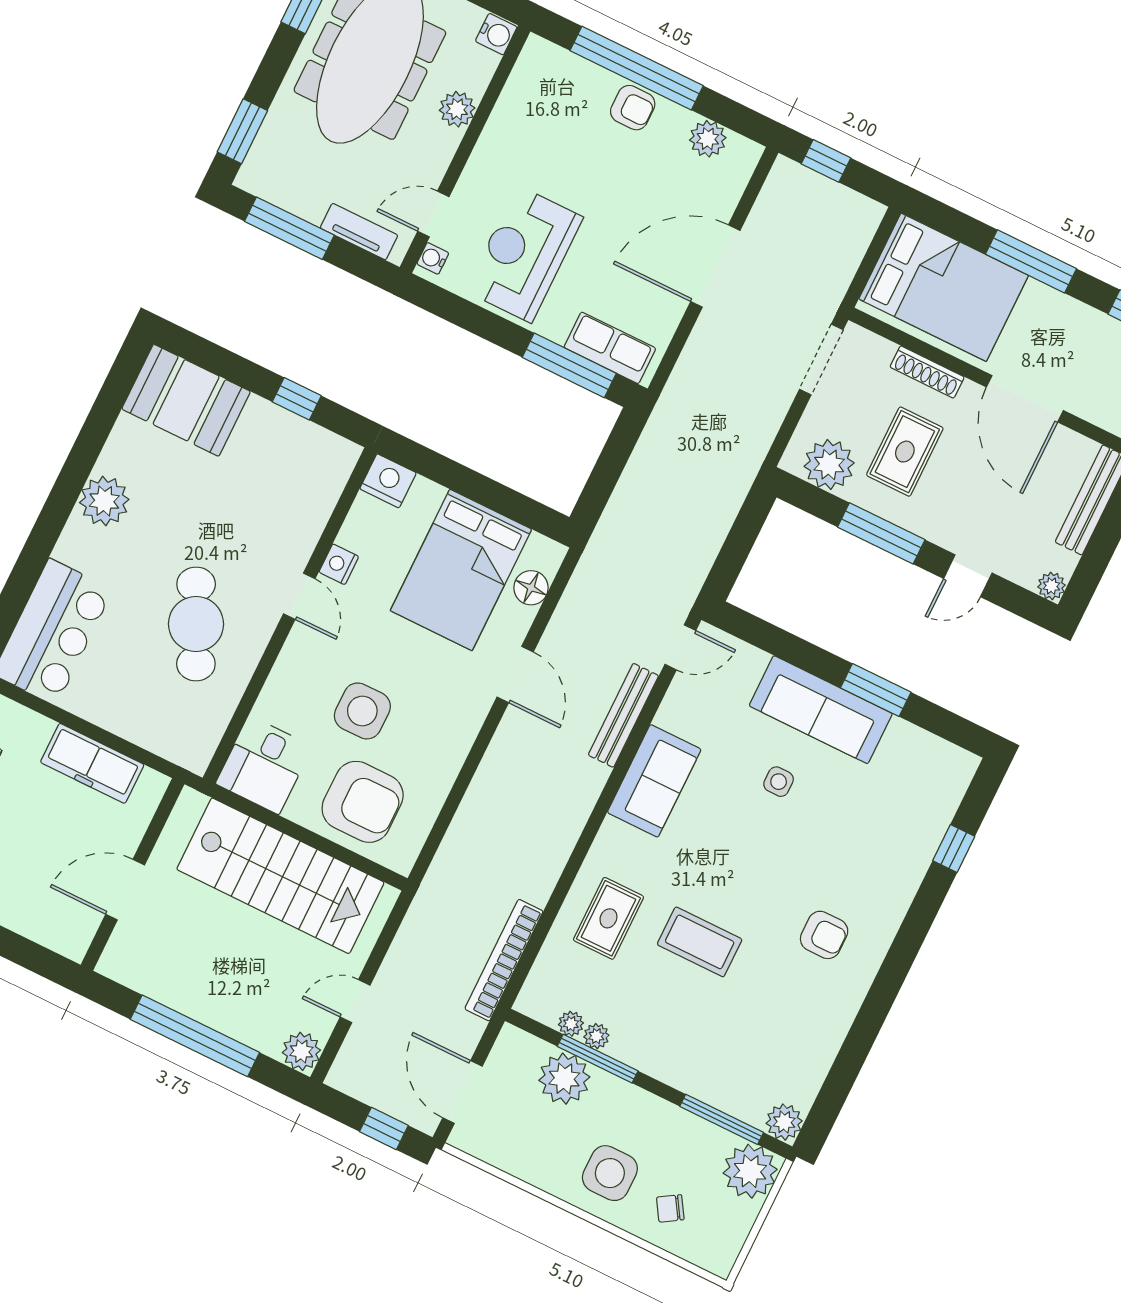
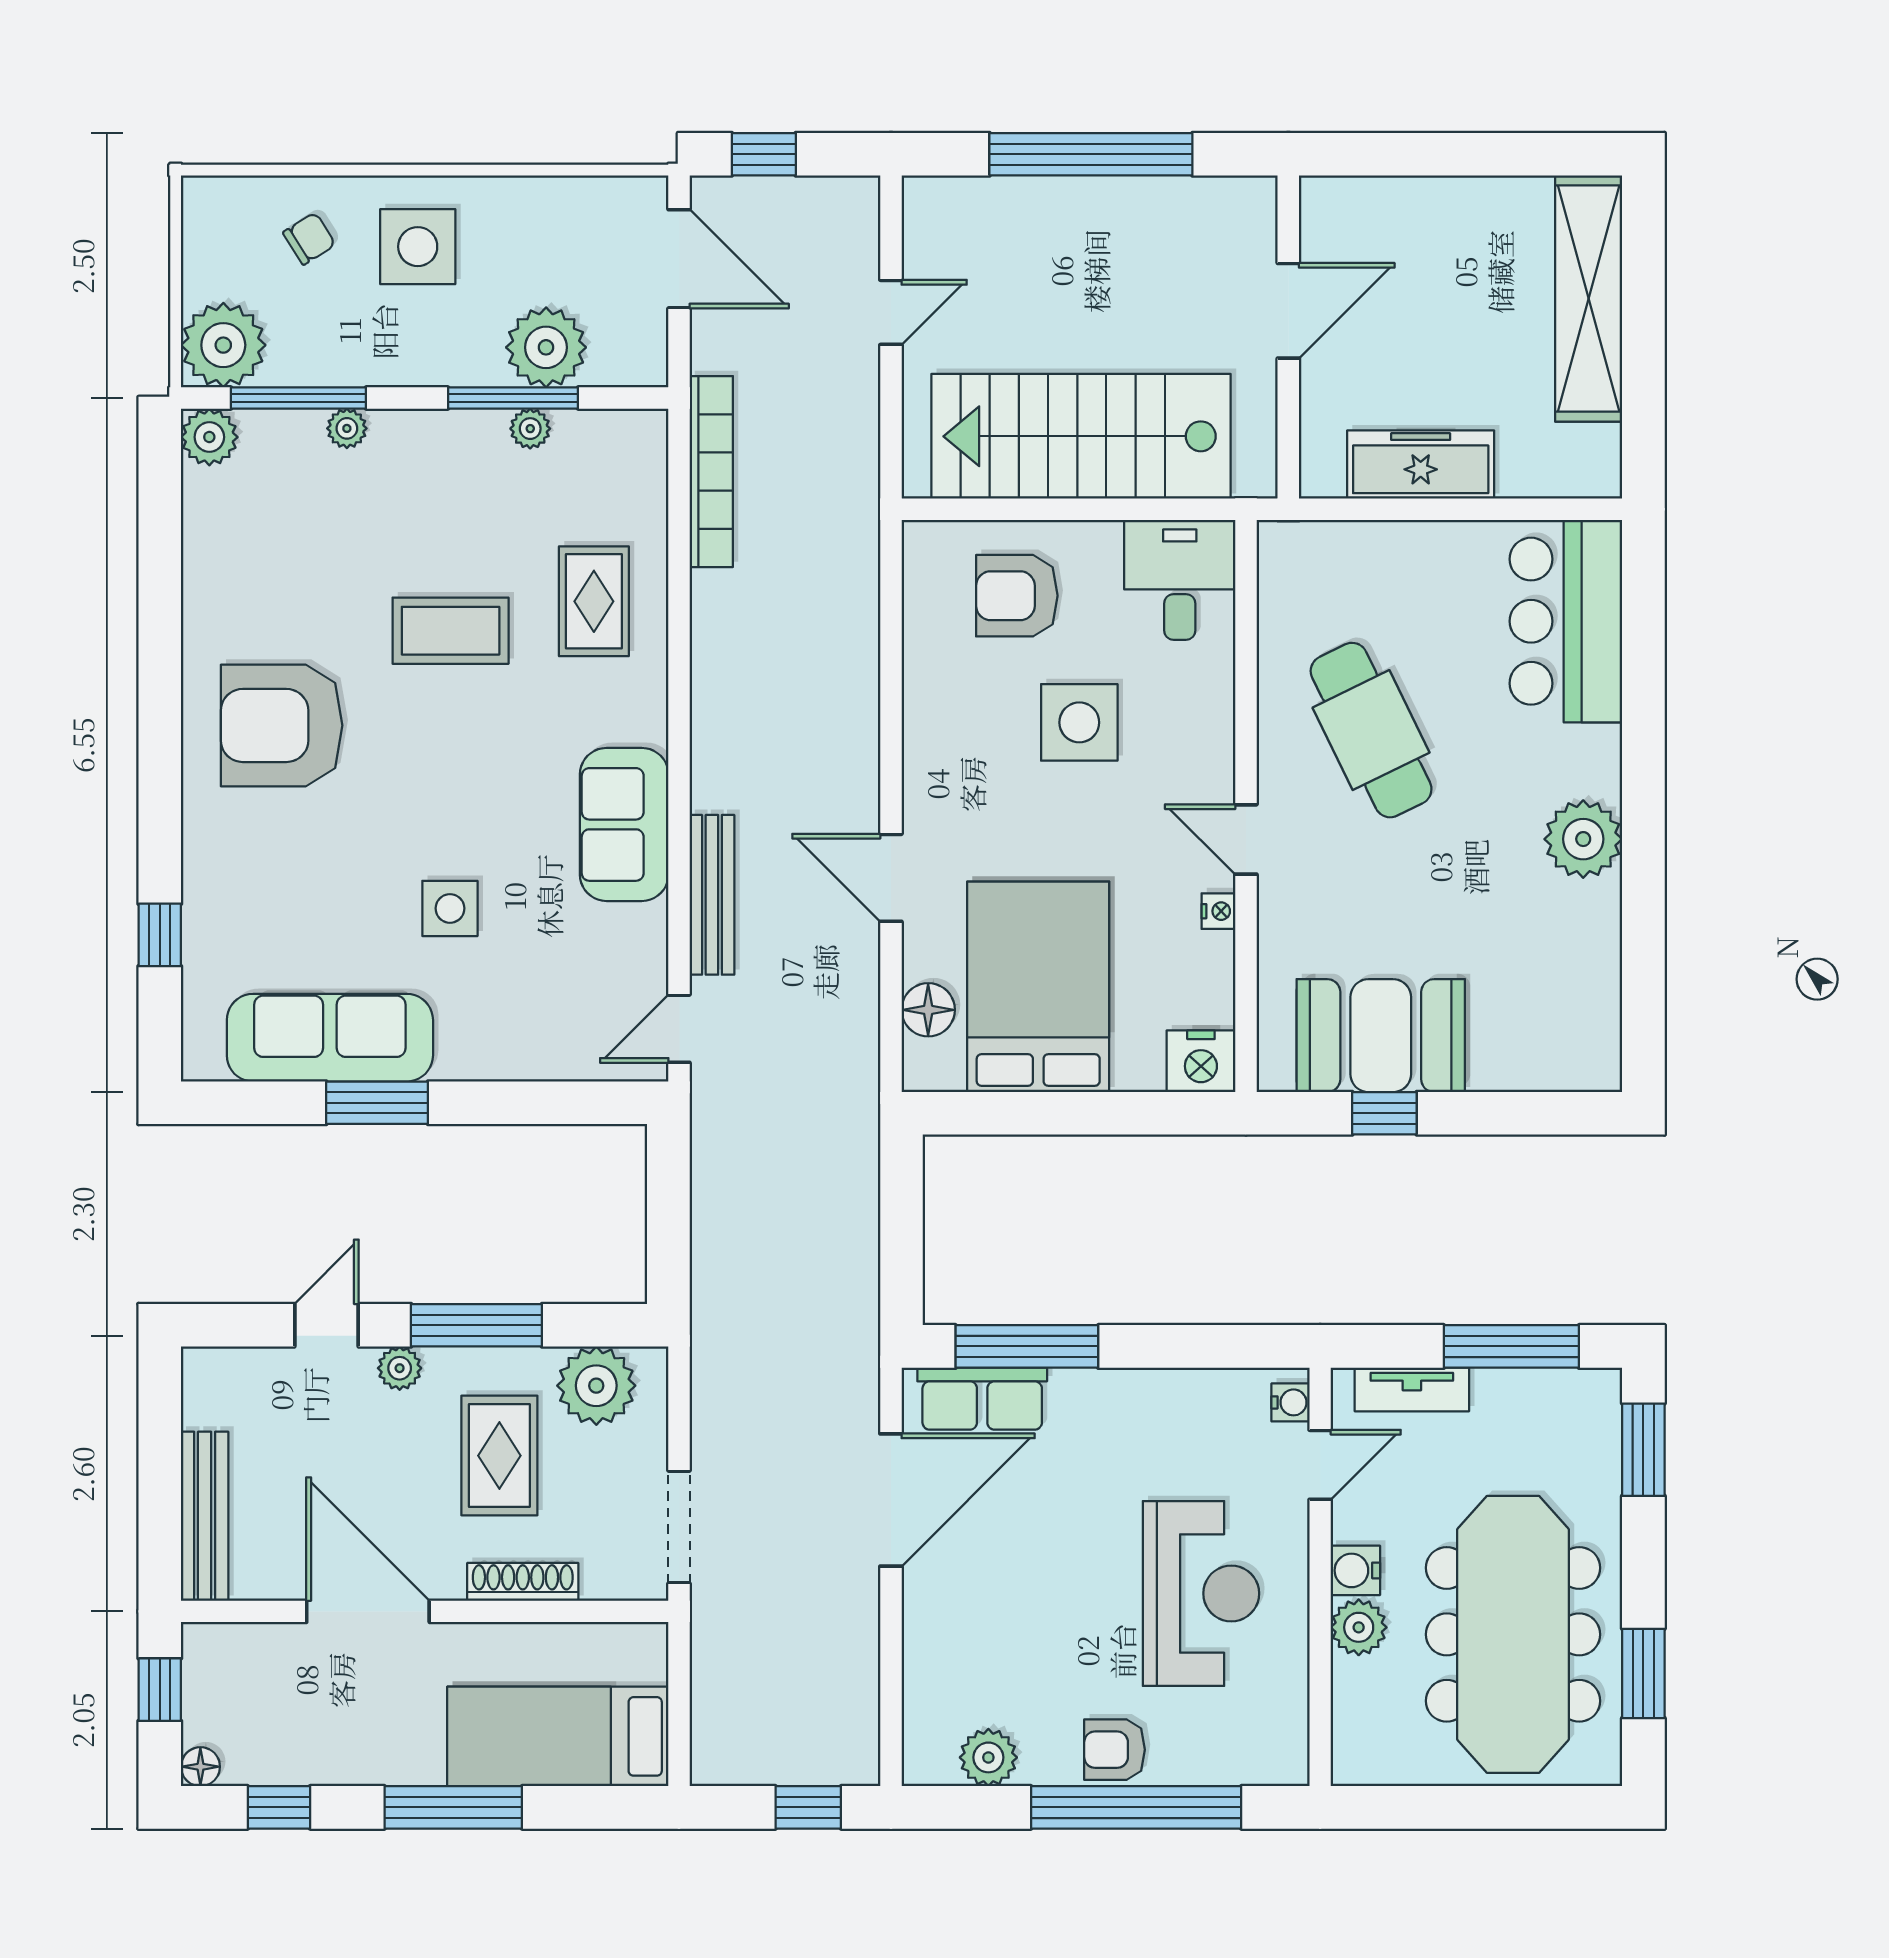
water cooler: (496, 34) -> (1355, 1570), moved
reception desk: (524, 254) -> (1201, 1593), moved
door: (715, 266) -> (891, 1500), moved
bed: (944, 287) -> (558, 1736), width x0.67
booth: (186, 400) -> (1381, 1036), moved
nightstand: (339, 564) -> (1218, 911), width x0.72, depth x0.74
plant: (1052, 586) -> (400, 1368), moved
sofa: (821, 710) -> (330, 1038), moved
side table: (779, 782) -> (450, 908), width x1.37, depth x1.37
armchair: (363, 802) -> (1017, 596), width x0.73, depth x0.73
armchair: (824, 935) -> (282, 725), width x1.88, depth x1.88
plant: (571, 1024) -> (347, 428), moved
plant: (301, 1051) -> (932, 206), removed

